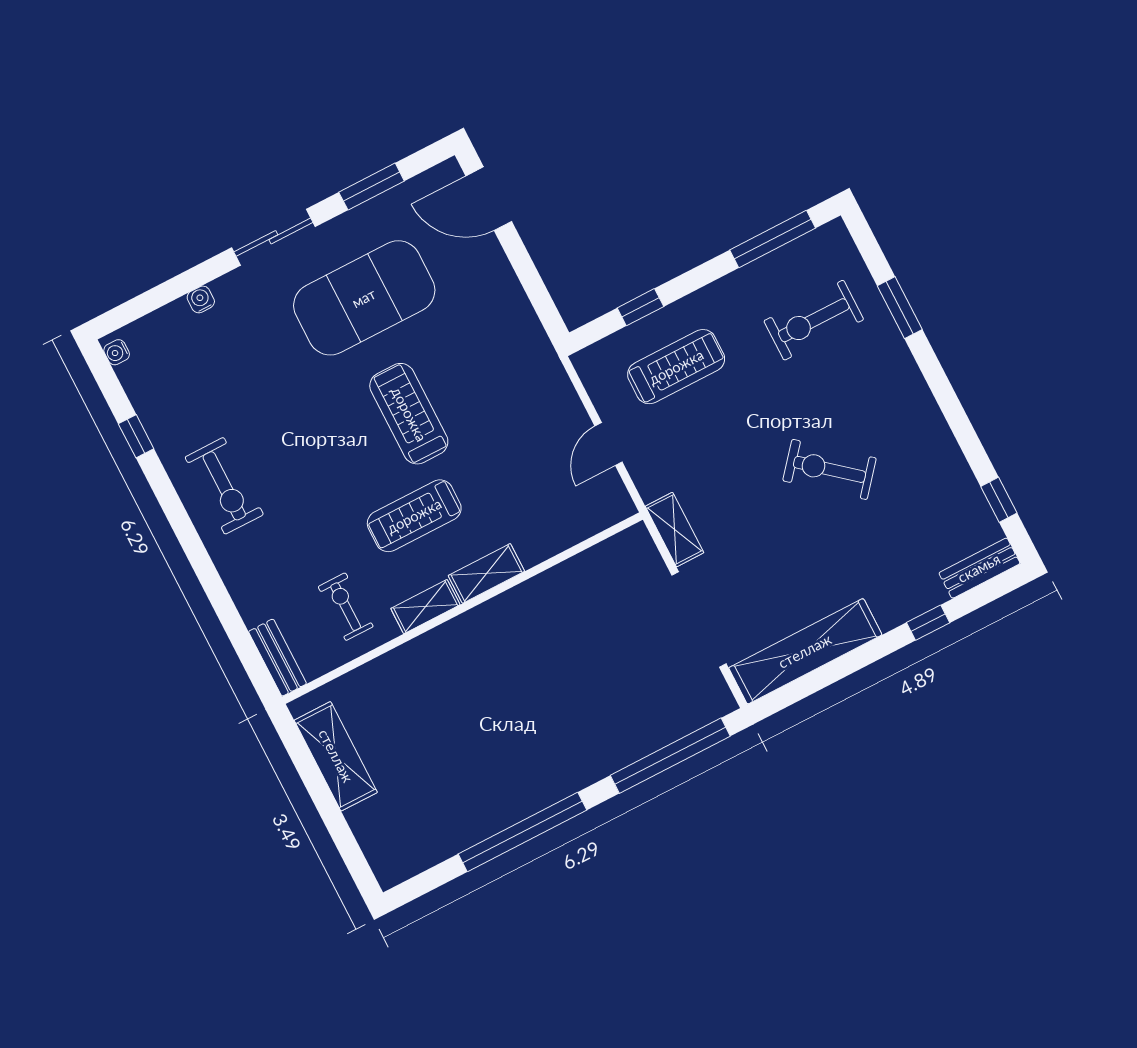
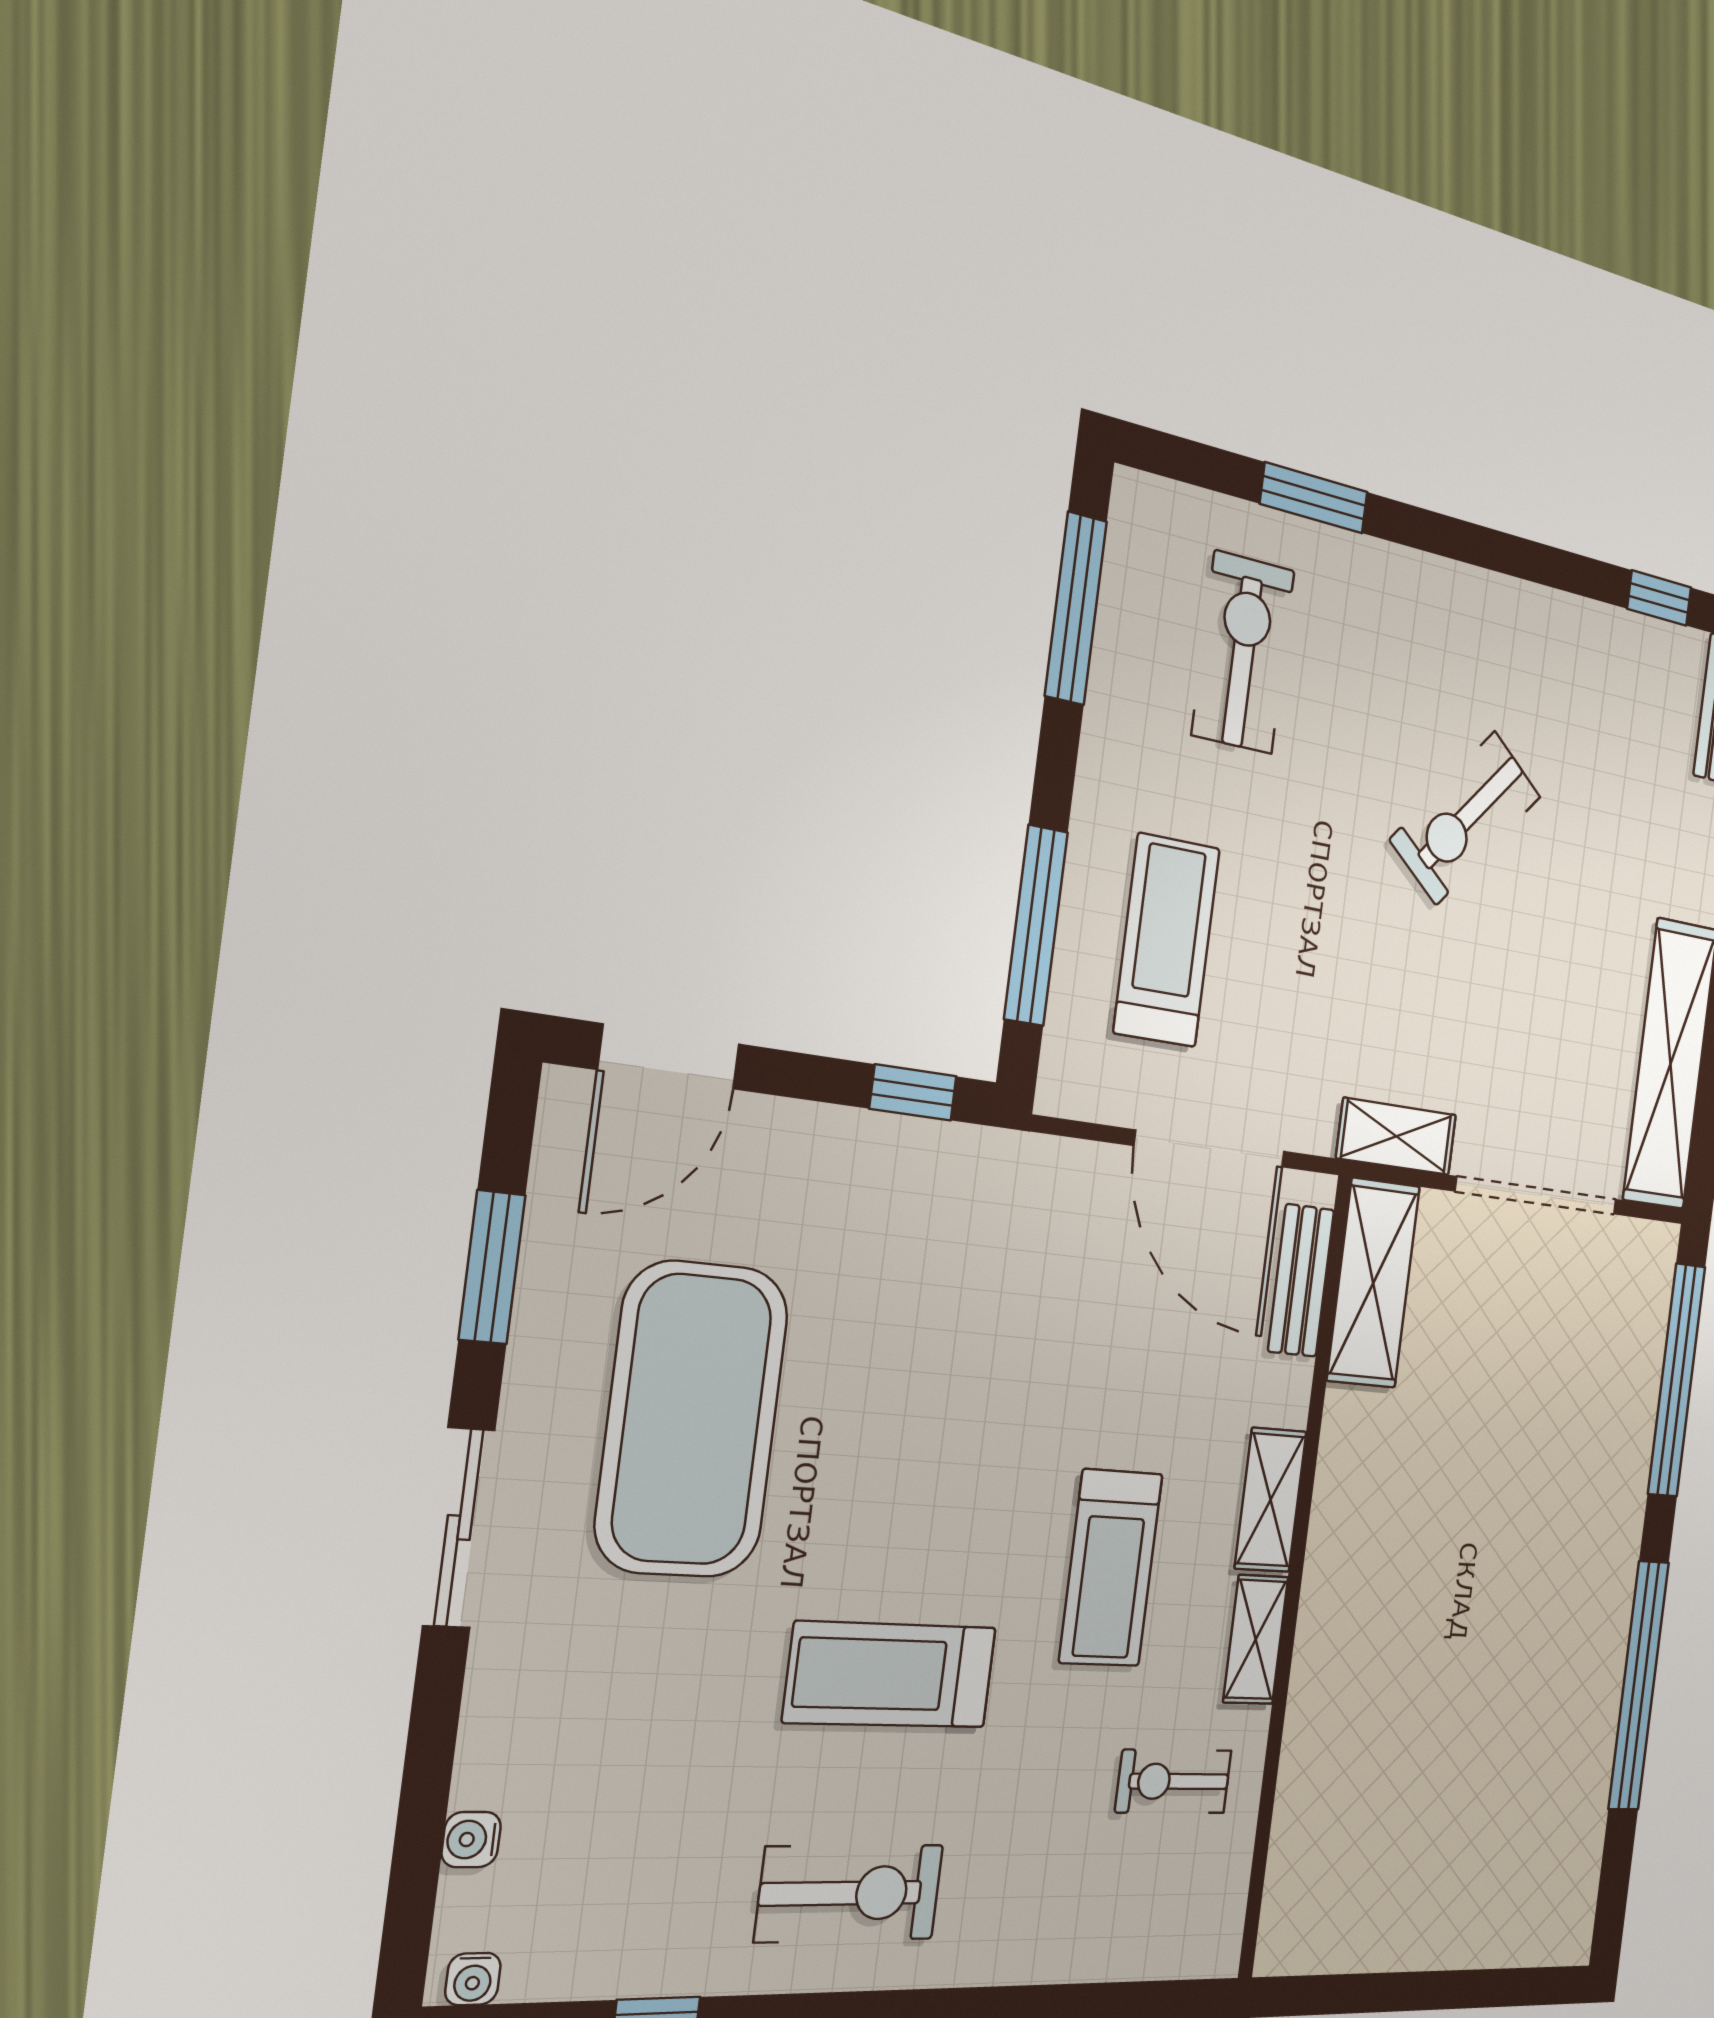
water cooler: (201, 299) -> (471, 1839), moved
window: (542, 301) -> (913, 1092), added
window: (640, 307) -> (1036, 925), width x2.17
exercise bike: (814, 320) -> (1243, 652), turned 180
treadmill: (409, 414) -> (890, 1675), moved
door: (609, 444) -> (1210, 1149), width x1.87
bench: (278, 658) -> (1301, 1280), moved, turned 90
shelving: (336, 756) -> (1373, 1283), moved, turned 90

